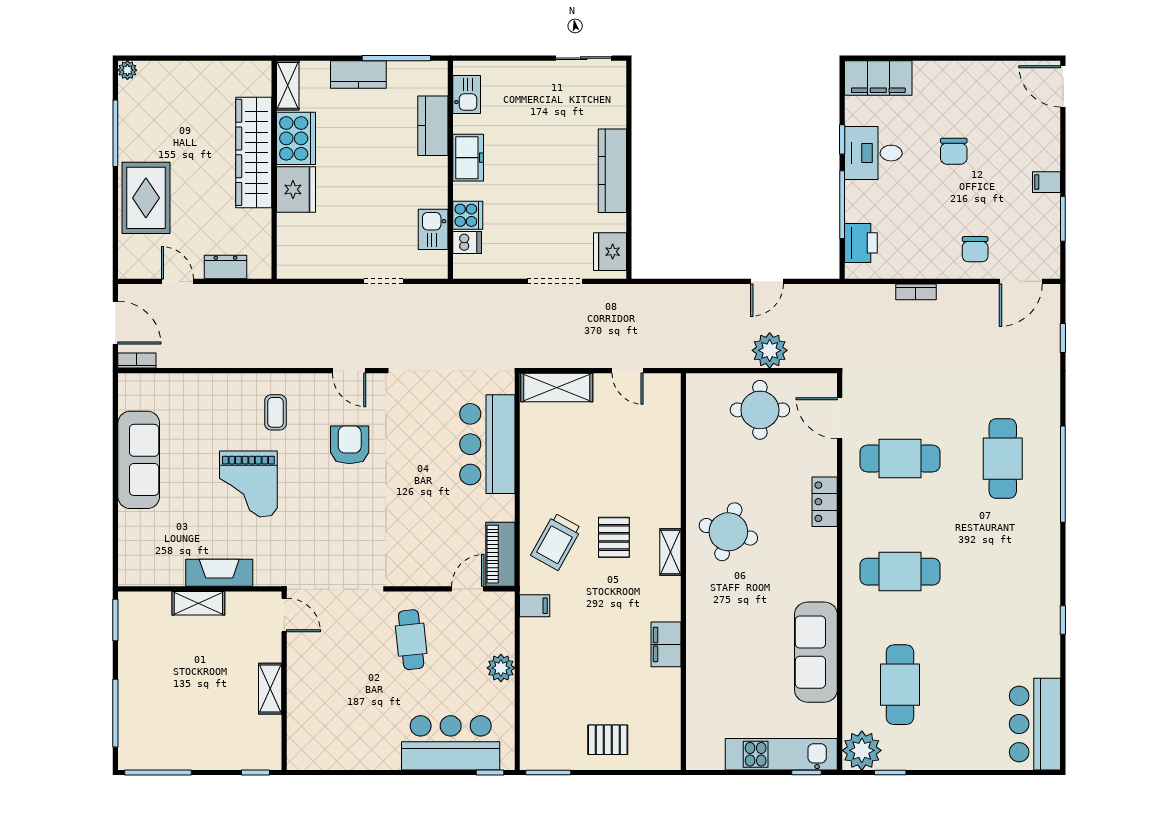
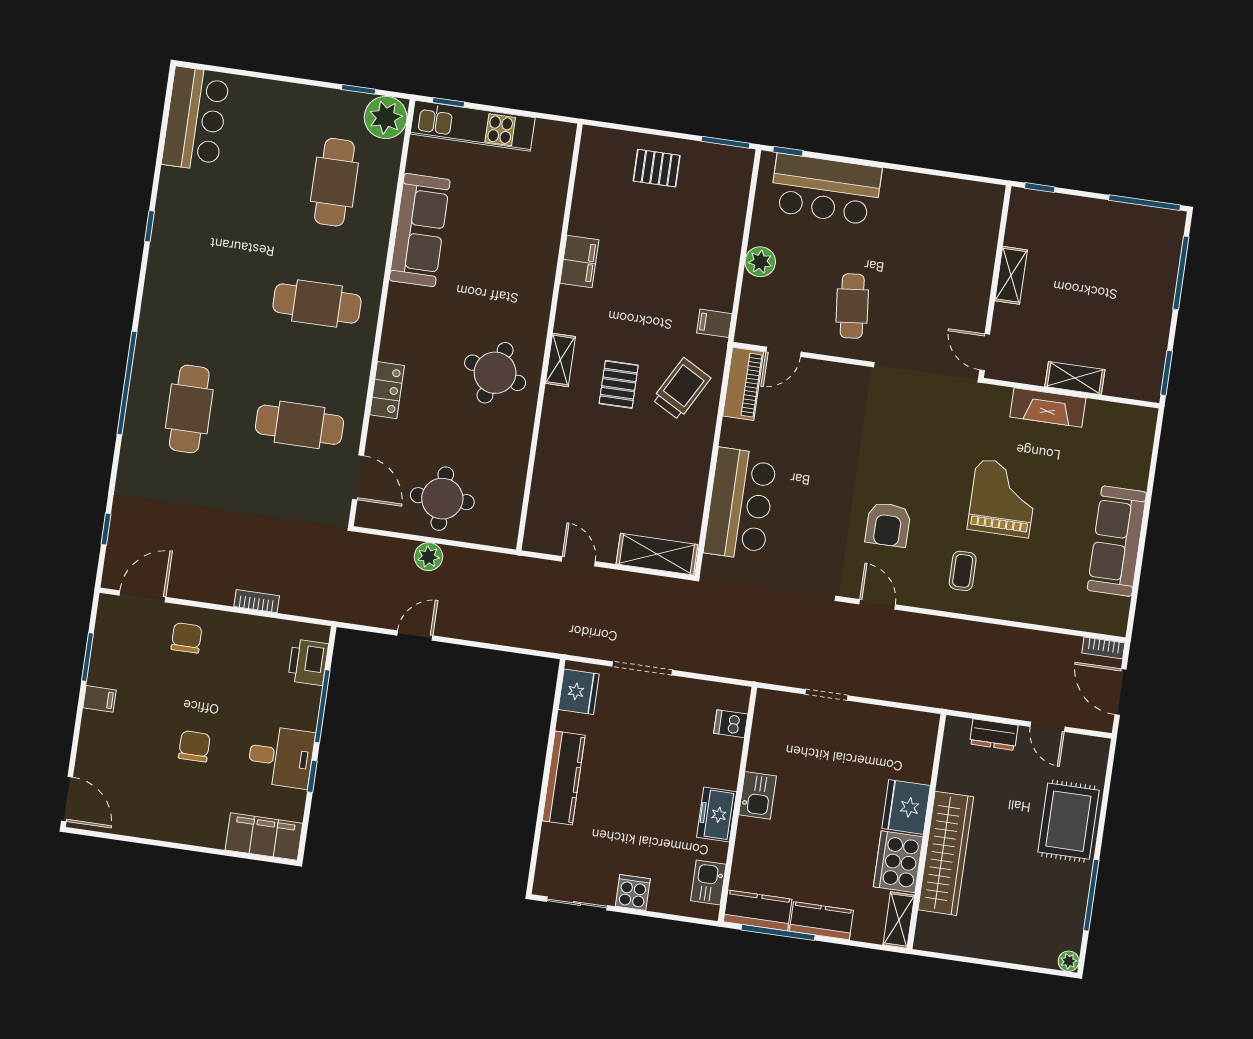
kitchen counter: (433, 126) -> (758, 910), moved, turned -90
cooker: (468, 215) -> (633, 893), moved, turned 90
kitchen sink: (433, 229) -> (758, 795), moved
plant: (770, 350) -> (428, 557), width x0.73, depth x0.73

